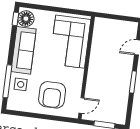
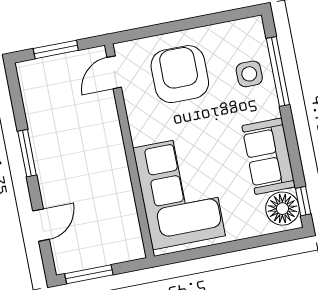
window: (123, 18) -> (89, 274), added
sofa: (24, 50) -> (269, 156), width x0.73

